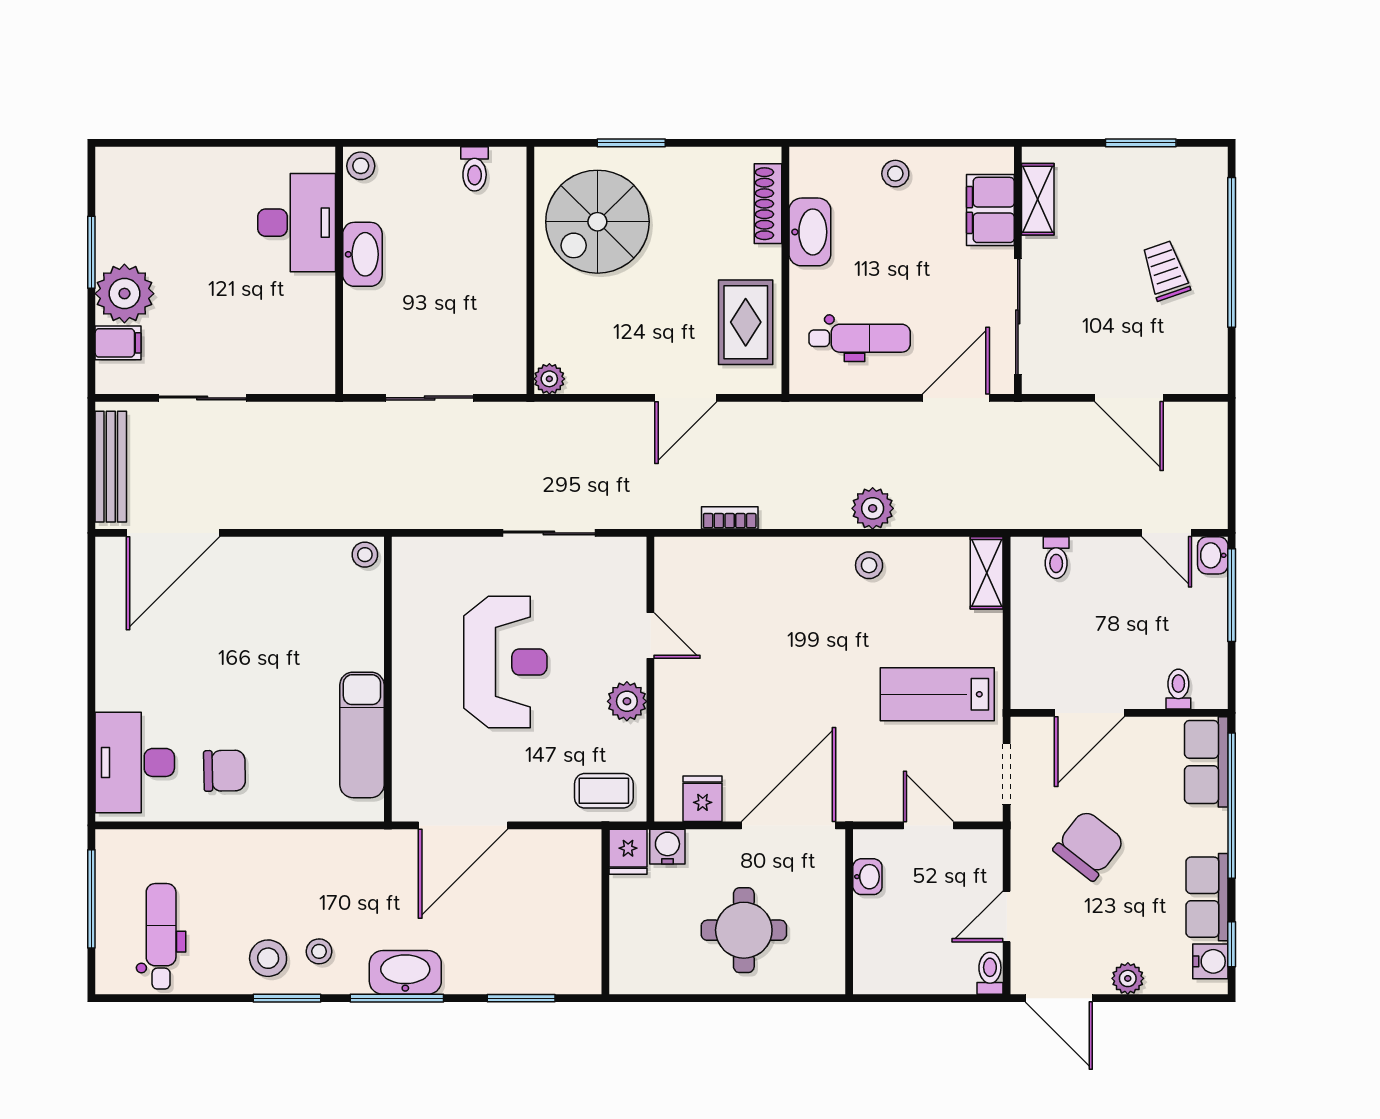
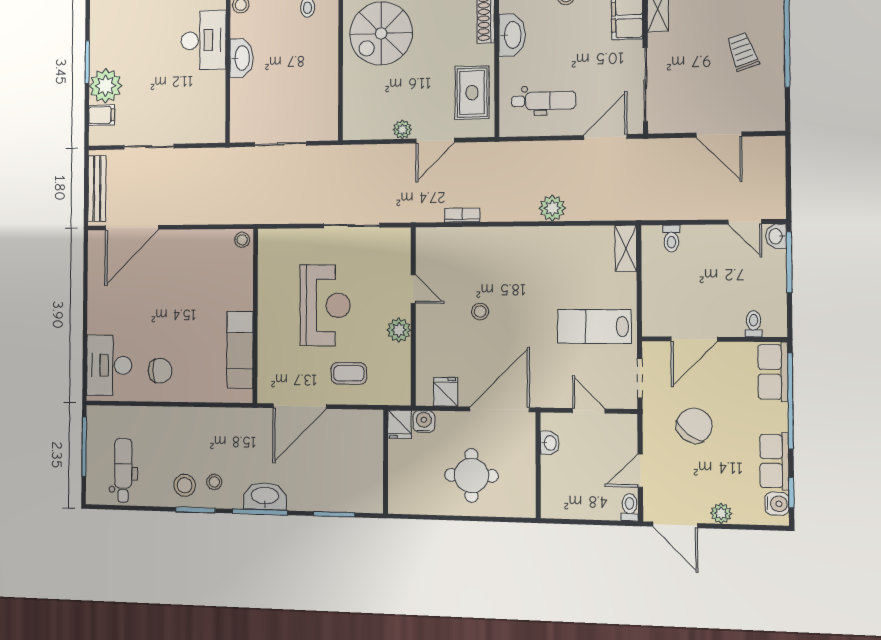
plant: (549, 379) -> (402, 130), moved
stool: (869, 565) -> (480, 311), moved
coffee table: (604, 791) -> (349, 373), moved

